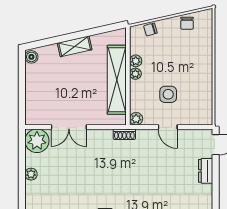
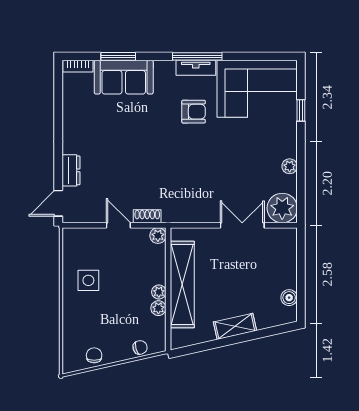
boiler: (31, 57) -> (289, 298), moved
side table: (168, 94) -> (88, 280), moved
shoe rack: (124, 134) -> (147, 216), moved

